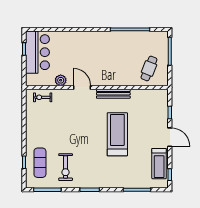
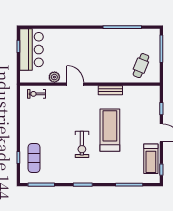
bench: (113, 94) -> (110, 90), width x0.73
exercise bike: (66, 167) -> (82, 144), moved

